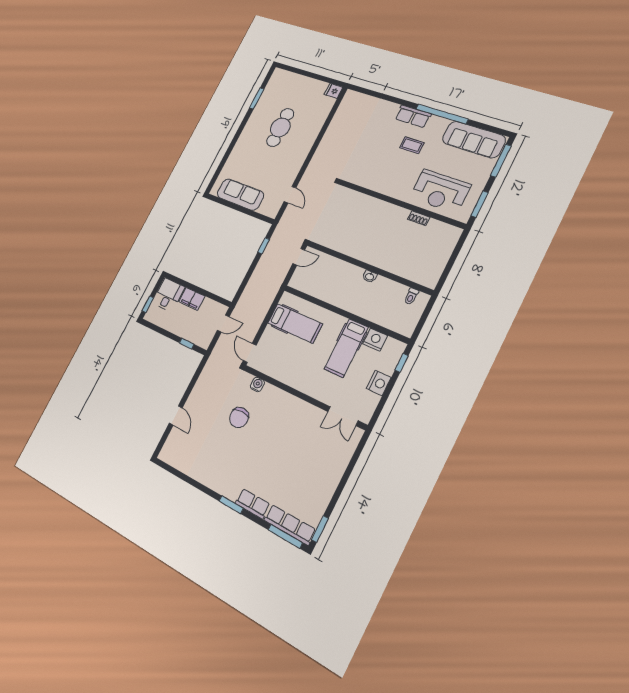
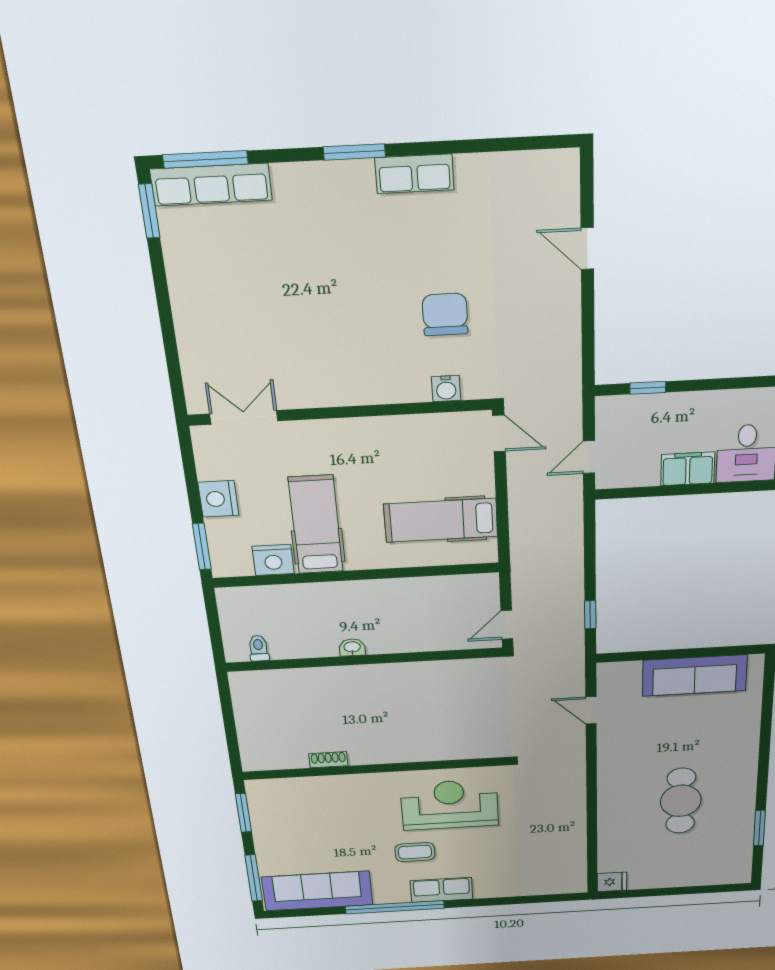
reception desk: (440, 191) -> (450, 805), moved
window: (402, 363) -> (202, 547), width x1.50
row of seats: (252, 504) -> (414, 174), moved

